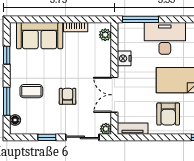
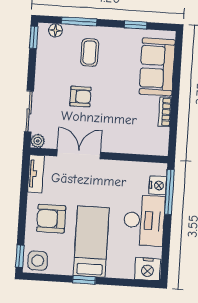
plant: (105, 35) -> (153, 148), removed
nightstand: (124, 58) -> (158, 185), moved, turned 90
window: (47, 137) -> (34, 37), moved

